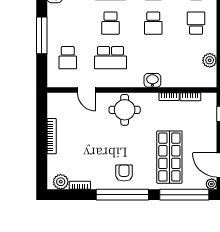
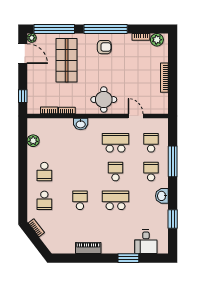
school desk: (153, 23) -> (151, 172), moved
armchair: (124, 173) -> (104, 47), turned -90

